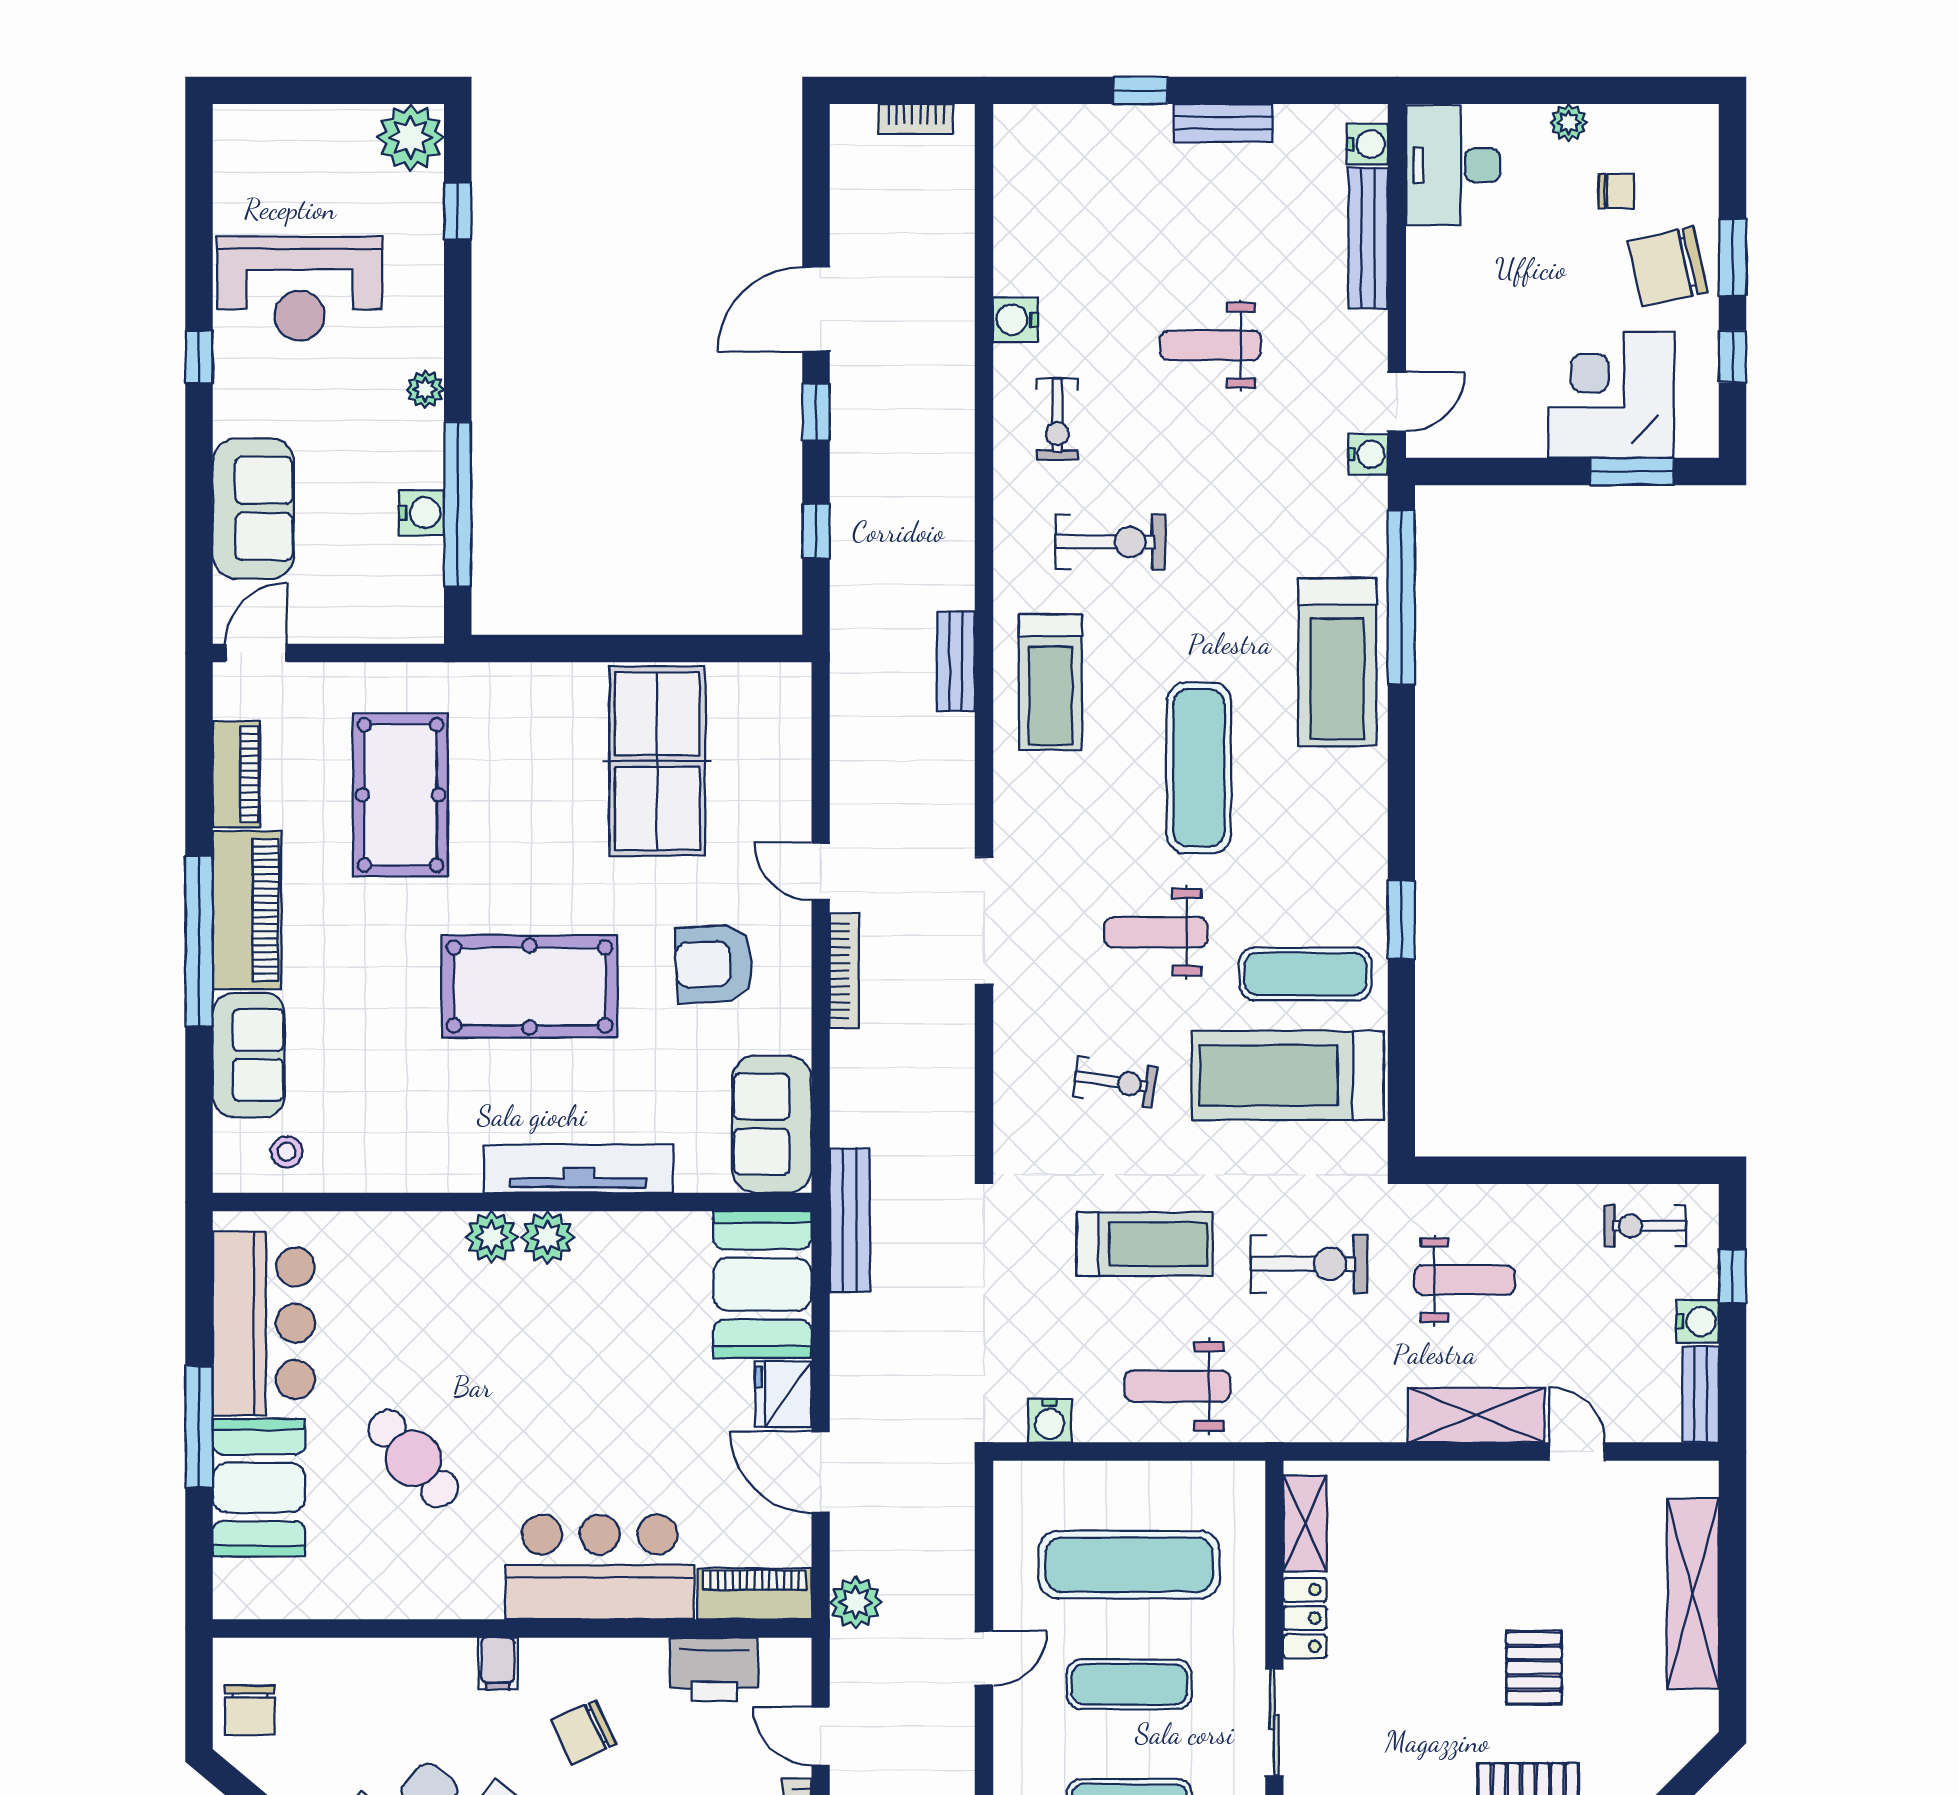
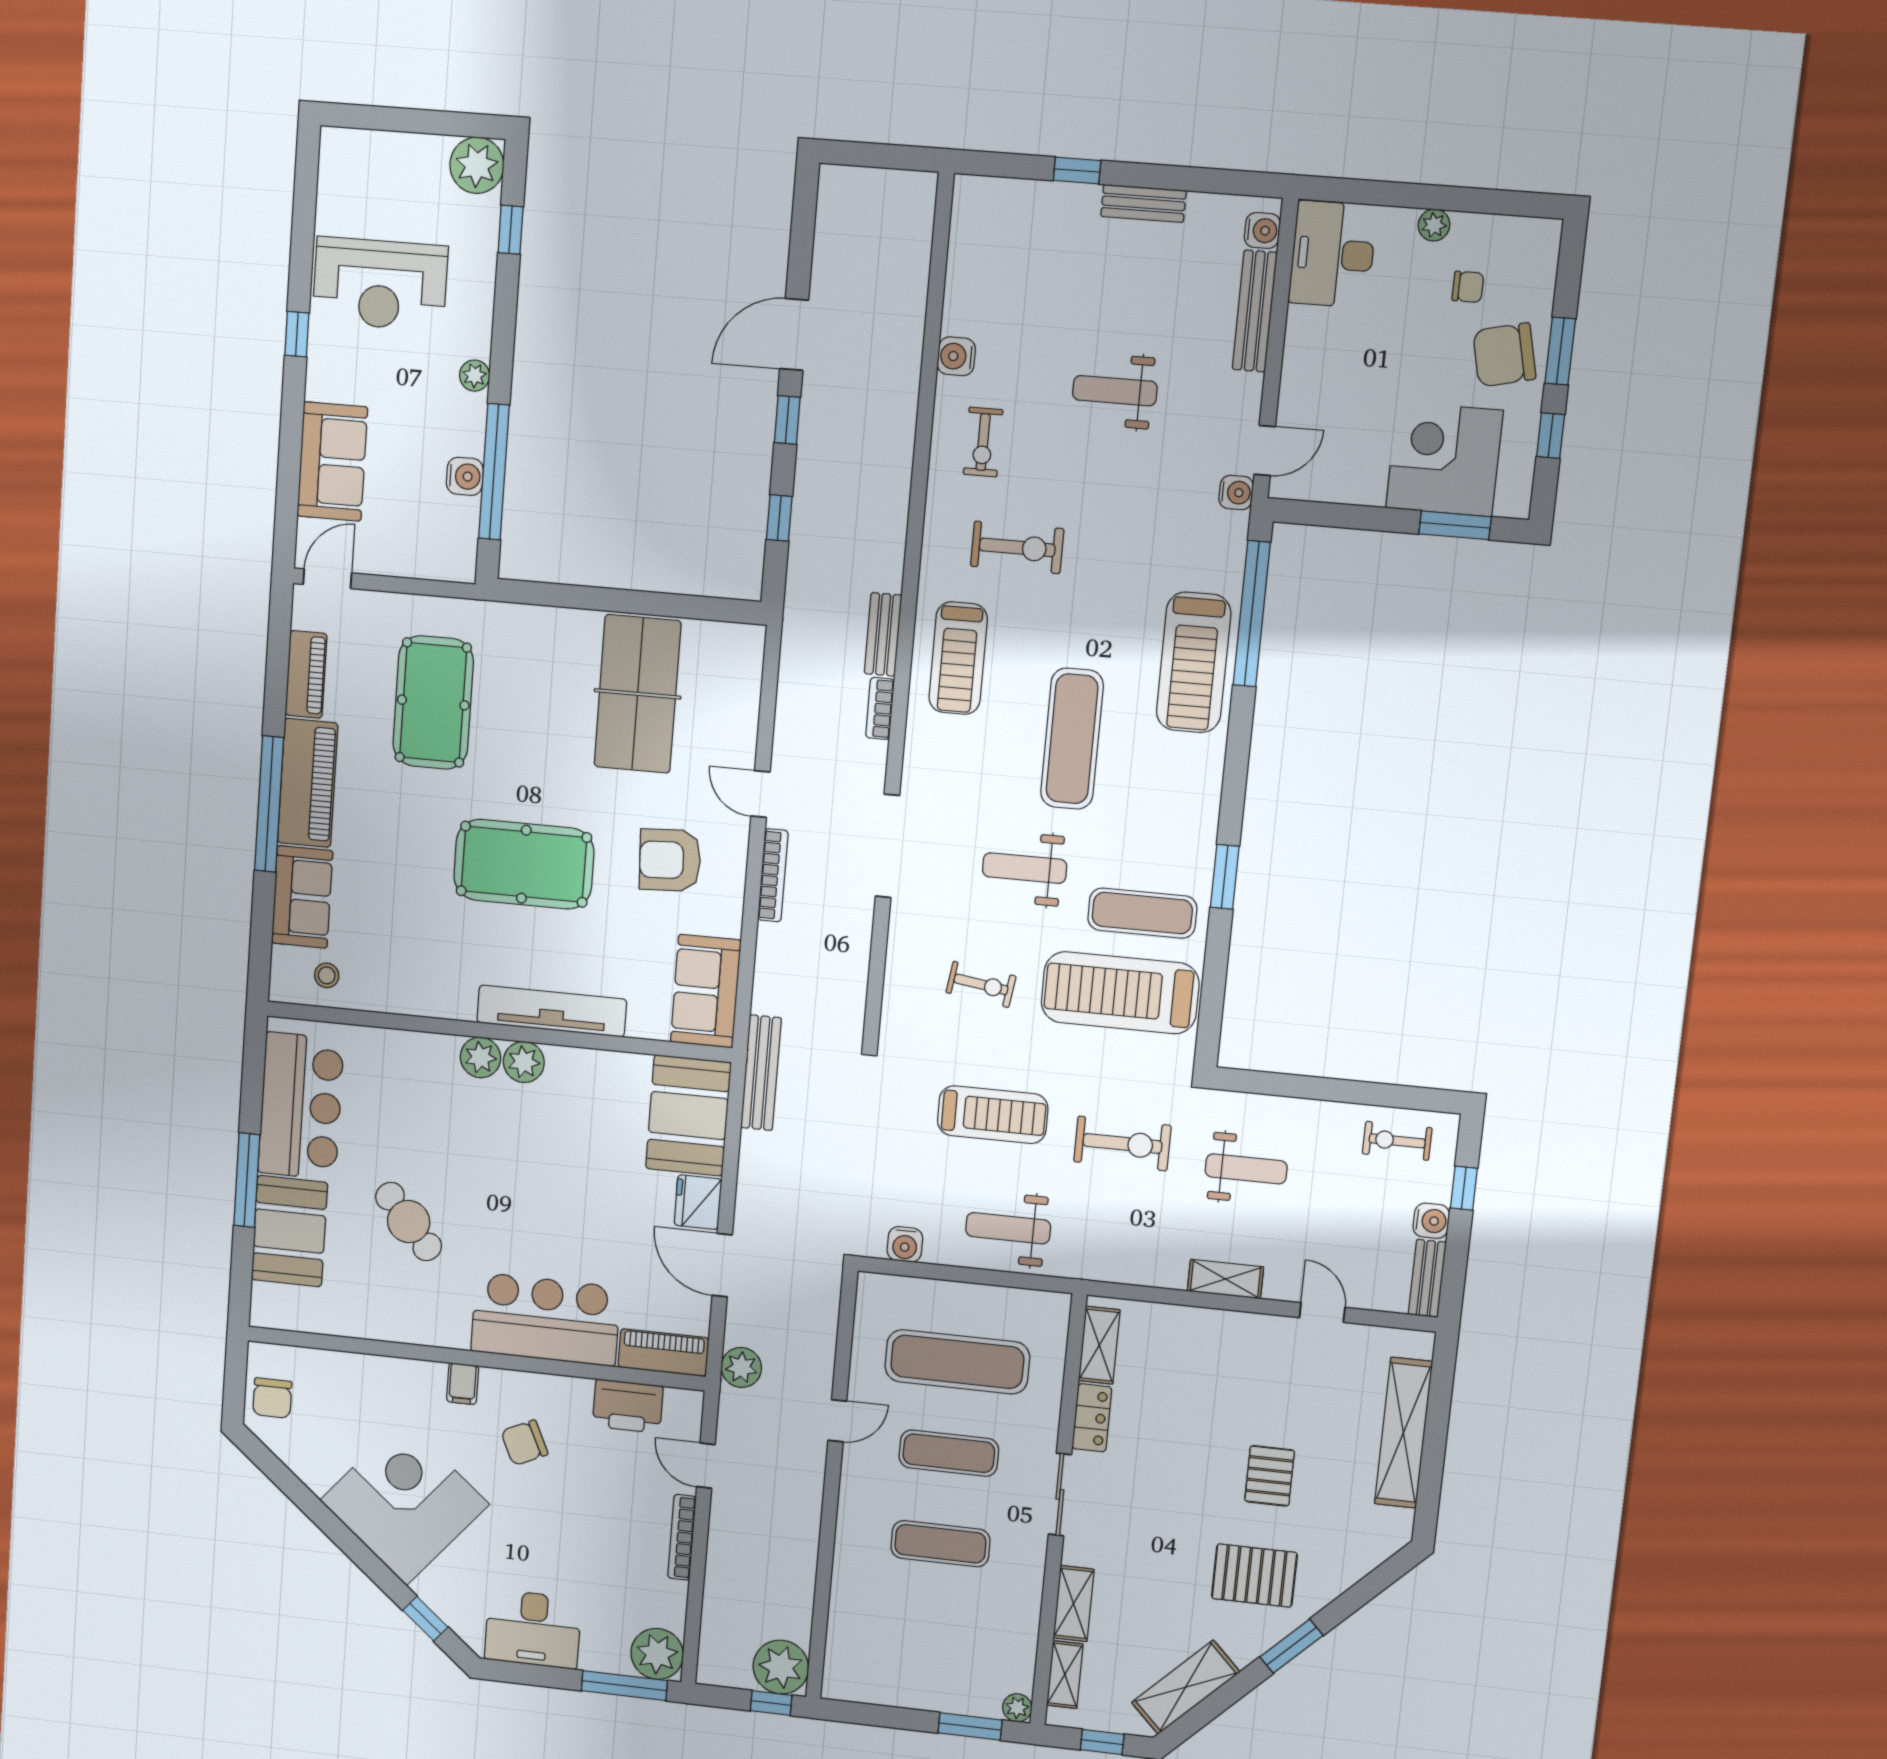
bookcase: (916, 119) -> (880, 708), moved, turned 90
shelving: (1476, 1415) -> (1225, 1279), width x0.67, depth x0.75

